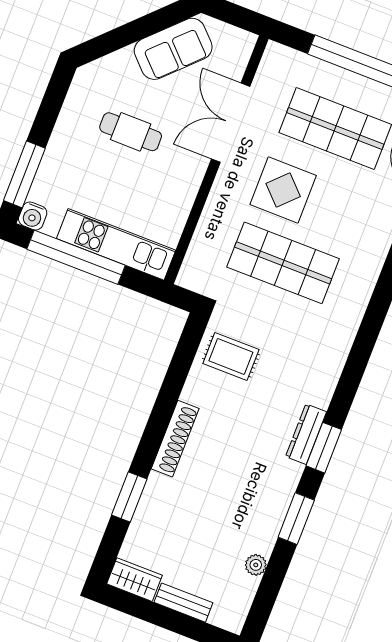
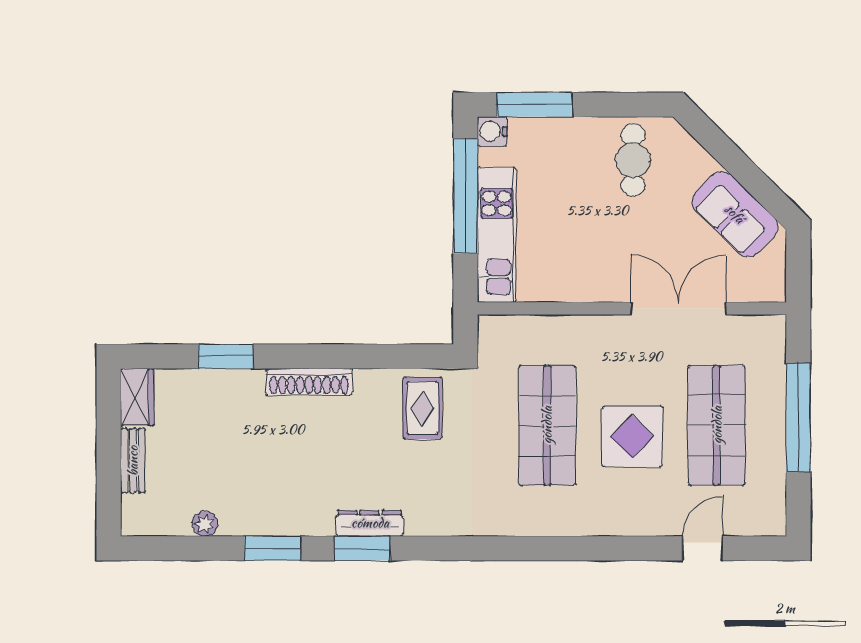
cafe table: (131, 132) -> (633, 160), moved
display table: (283, 190) -> (632, 436), moved

